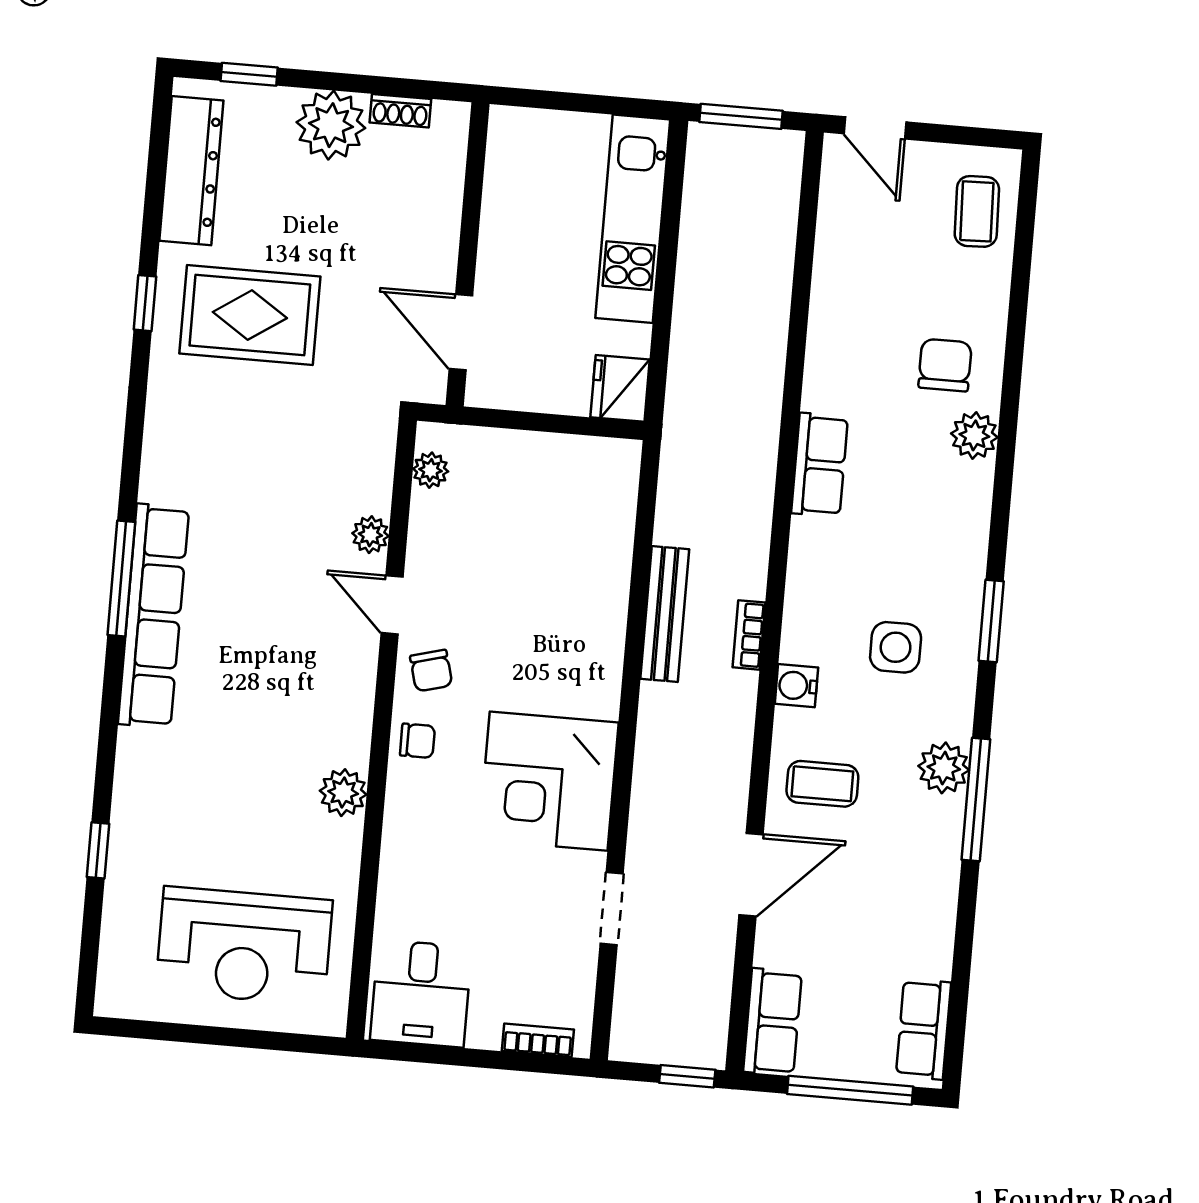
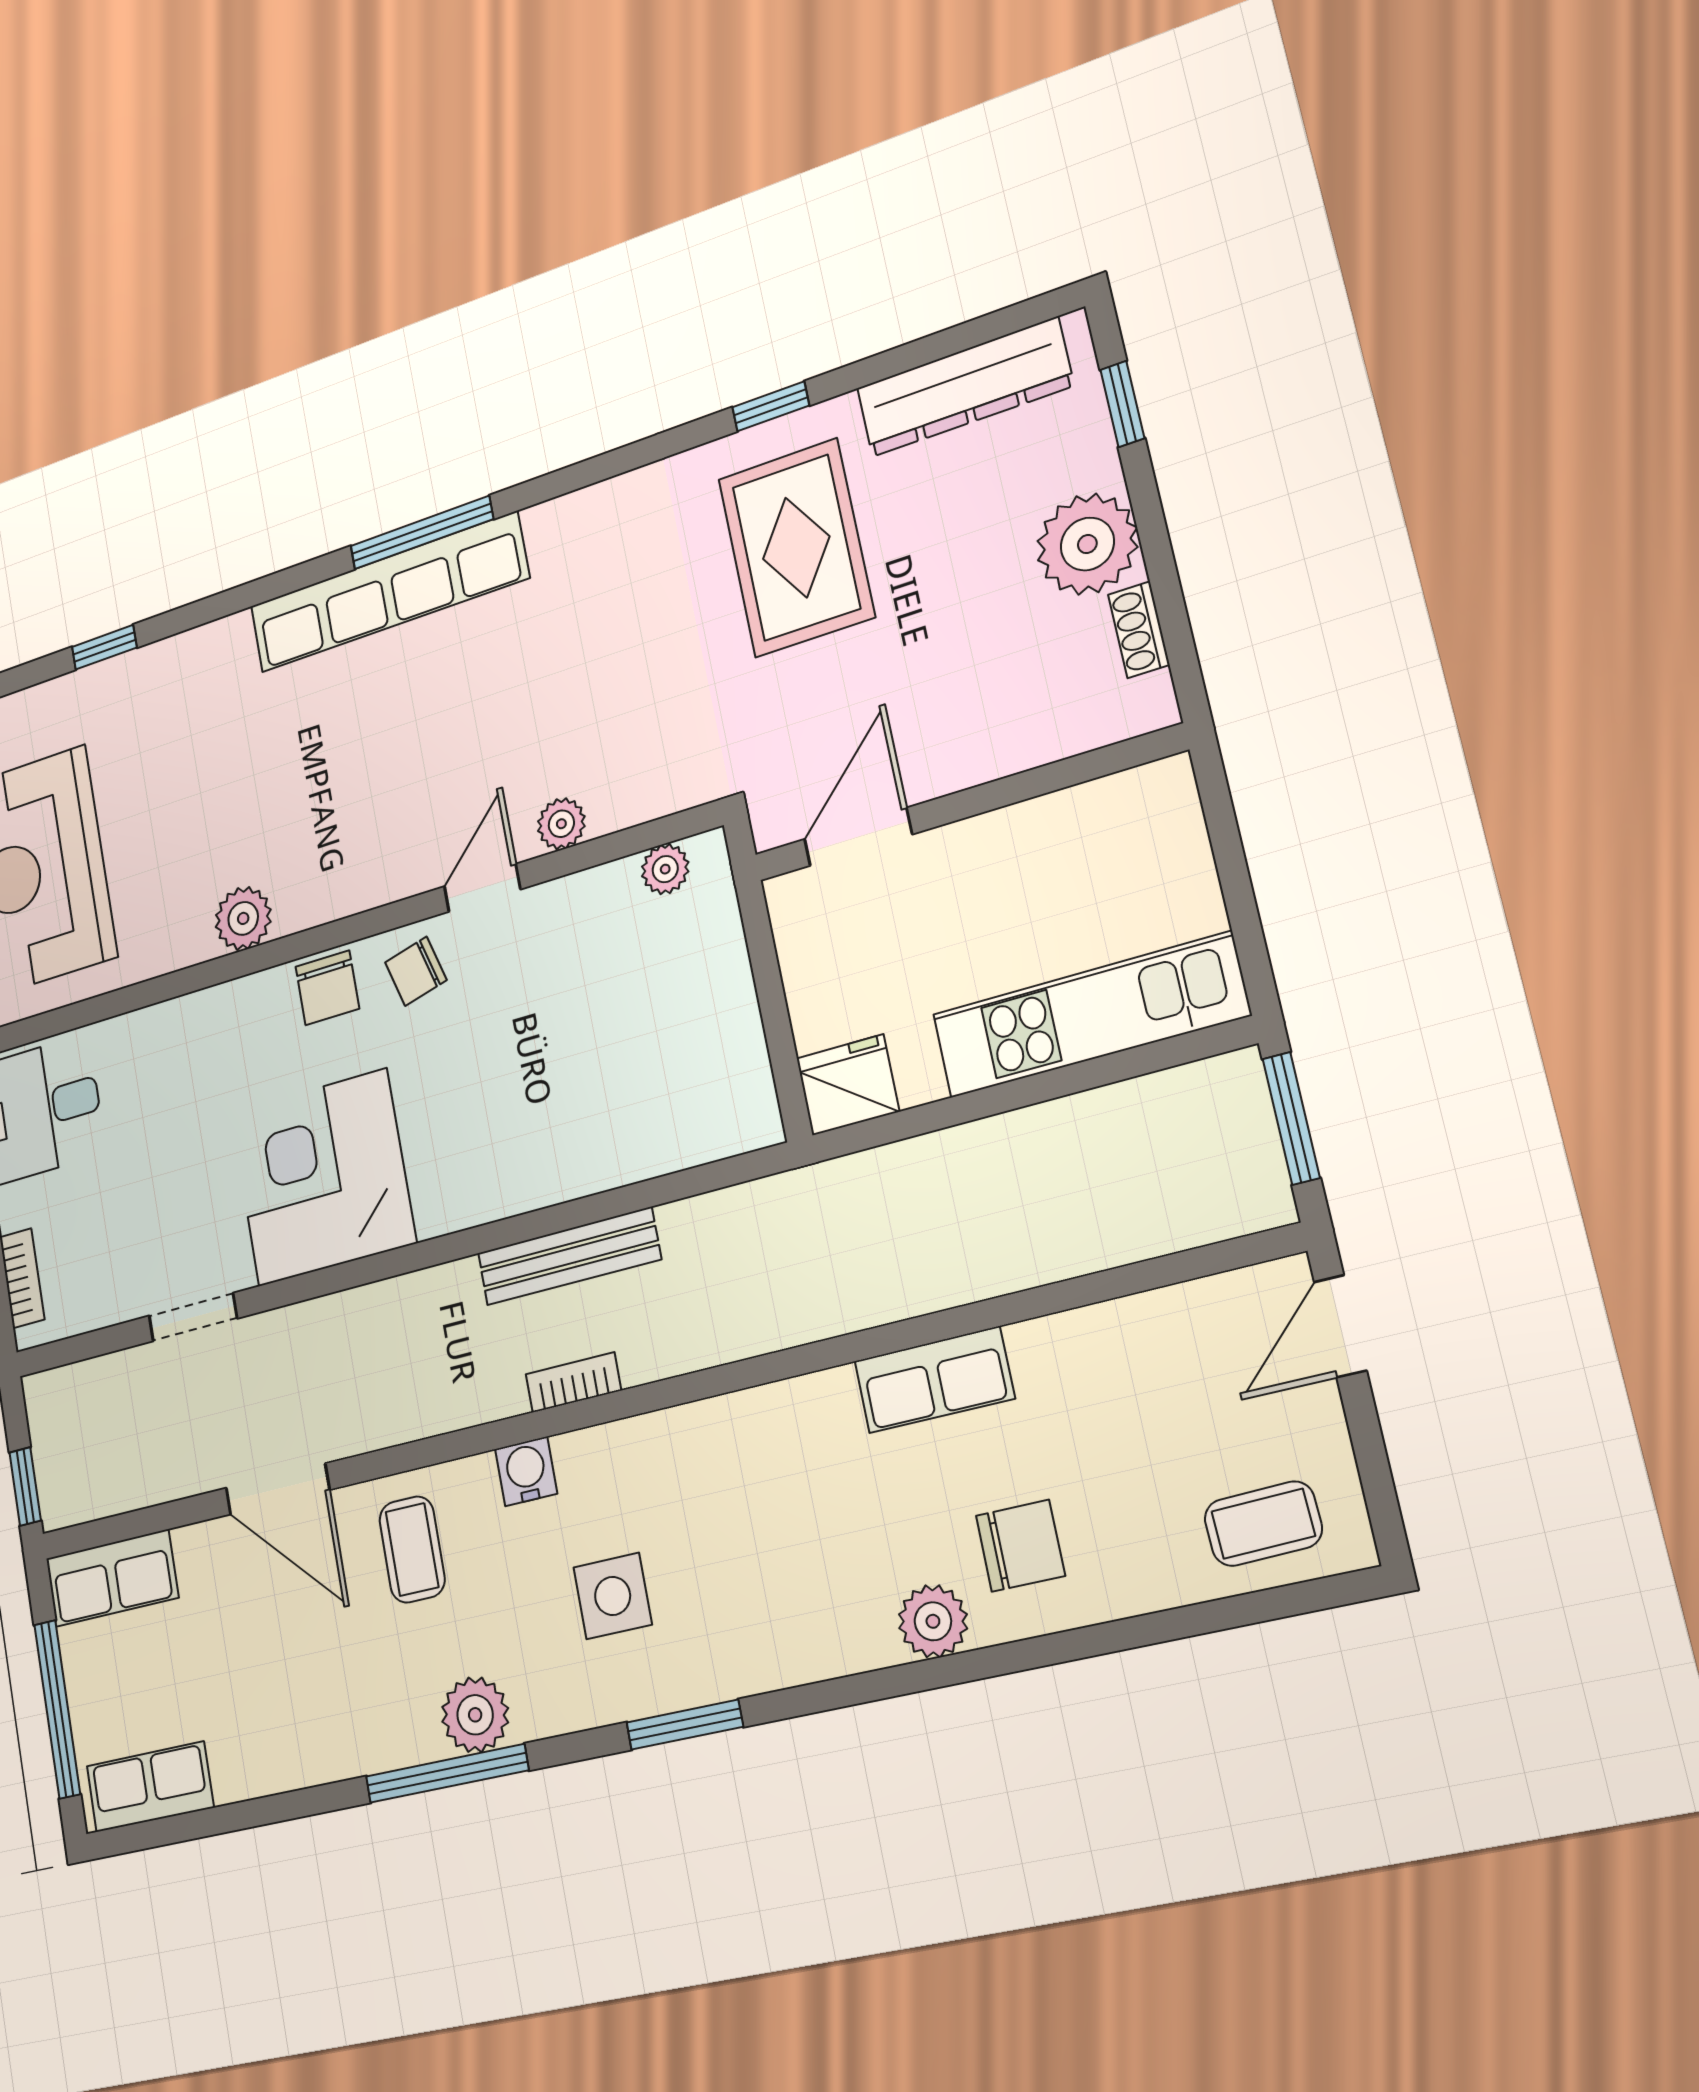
row of seats: (820, 465) -> (934, 1380), moved
chair: (417, 741) -> (327, 988), width x1.37, depth x1.37

